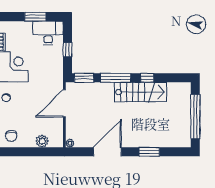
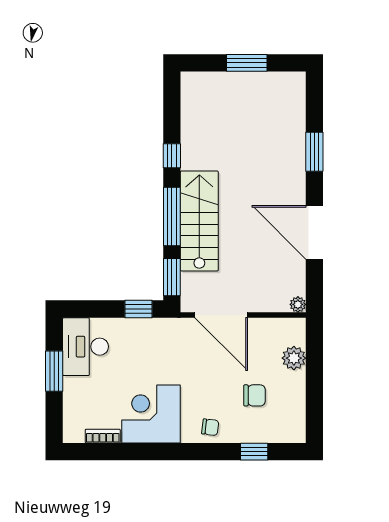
window: (68, 50) -> (139, 309), moved
stairs: (140, 92) -> (199, 221), moved
window: (195, 117) -> (247, 63), width x0.47
chair: (11, 136) -> (254, 395), moved

